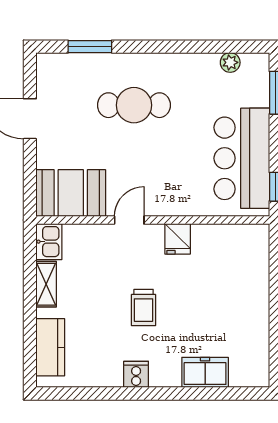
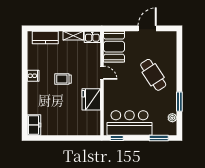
window: (90, 47) -> (179, 102), moved
cafe table: (134, 105) -> (153, 75), turned -33
fridge: (178, 239) -> (91, 99), width x1.88, depth x1.34
freezer: (205, 372) -> (34, 125), moved

